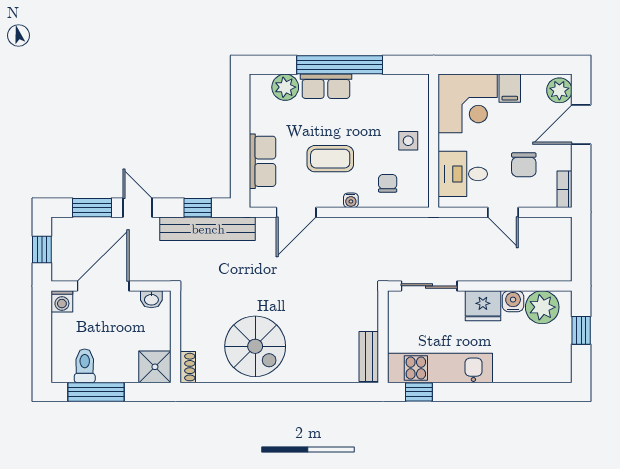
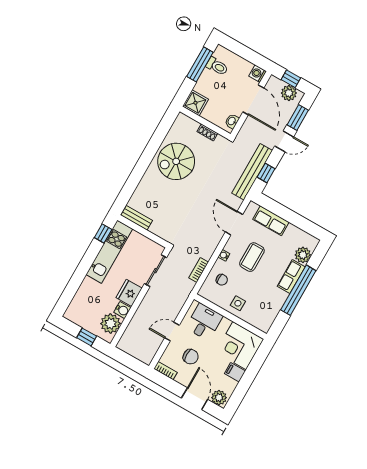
chair: (524, 165) -> (191, 357), turned 180
bookcase: (393, 225) -> (199, 270), added
plant: (64, 241) -> (289, 93), added
shoe rack: (188, 367) -> (207, 132), moved

